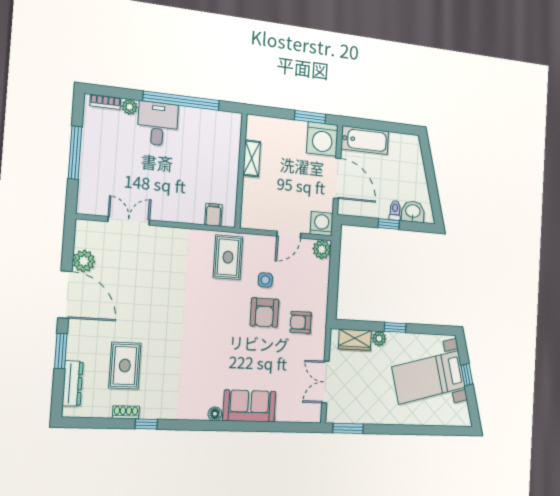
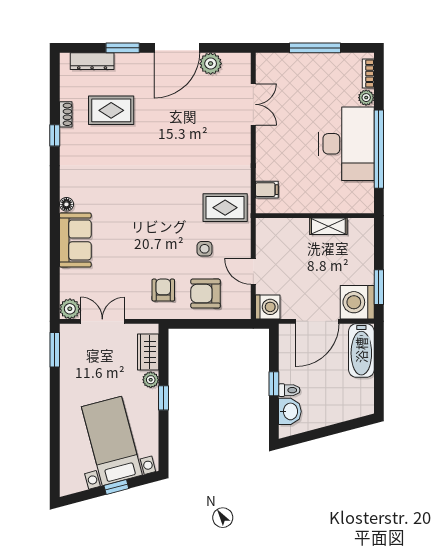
desk: (158, 124) -> (346, 144), width x1.87, depth x1.30
plant: (322, 249) -> (70, 309), moved
armchair: (264, 313) -> (206, 294), moved

